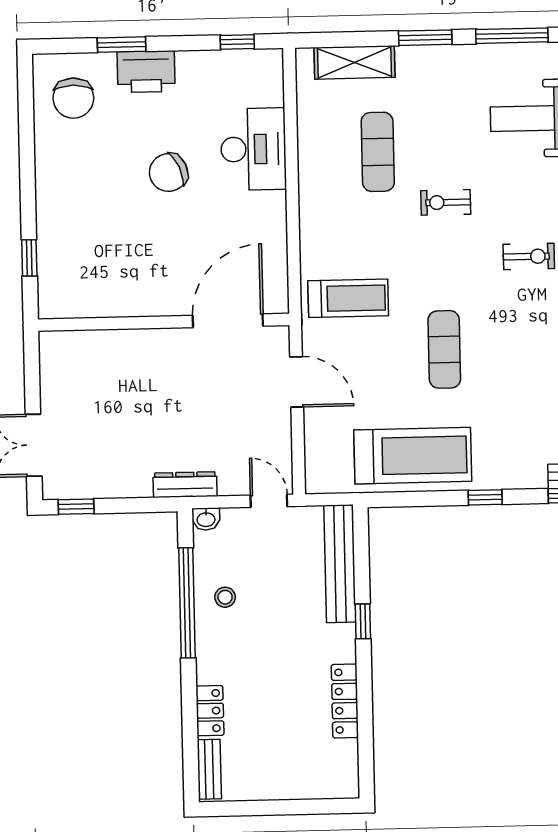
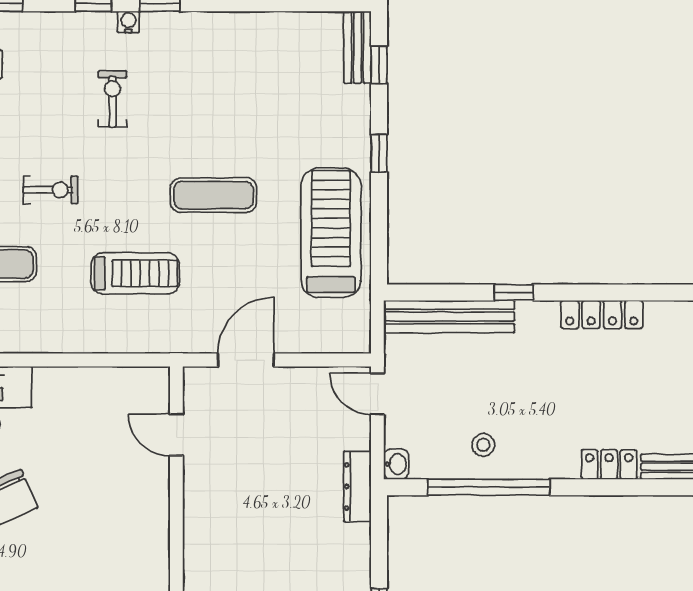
exercise bike: (446, 202) -> (50, 190), turned -90
treadmill: (348, 298) -> (135, 273), moved, turned 90
door: (228, 321) -> (176, 435), width x0.53
door: (269, 501) -> (377, 394), hinge flipped

